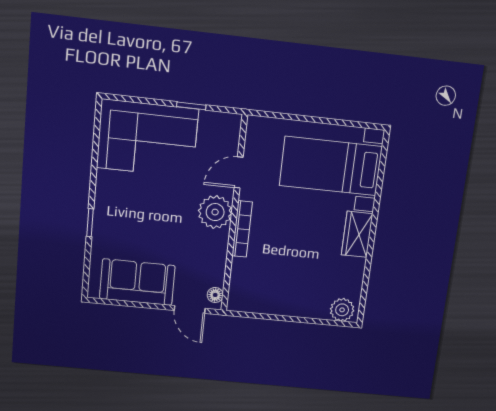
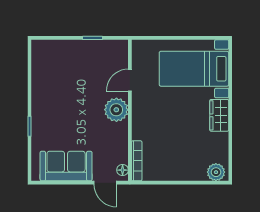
corner sofa: (147, 138) -> (64, 63), removed
bookcase: (242, 229) -> (137, 161), moved

